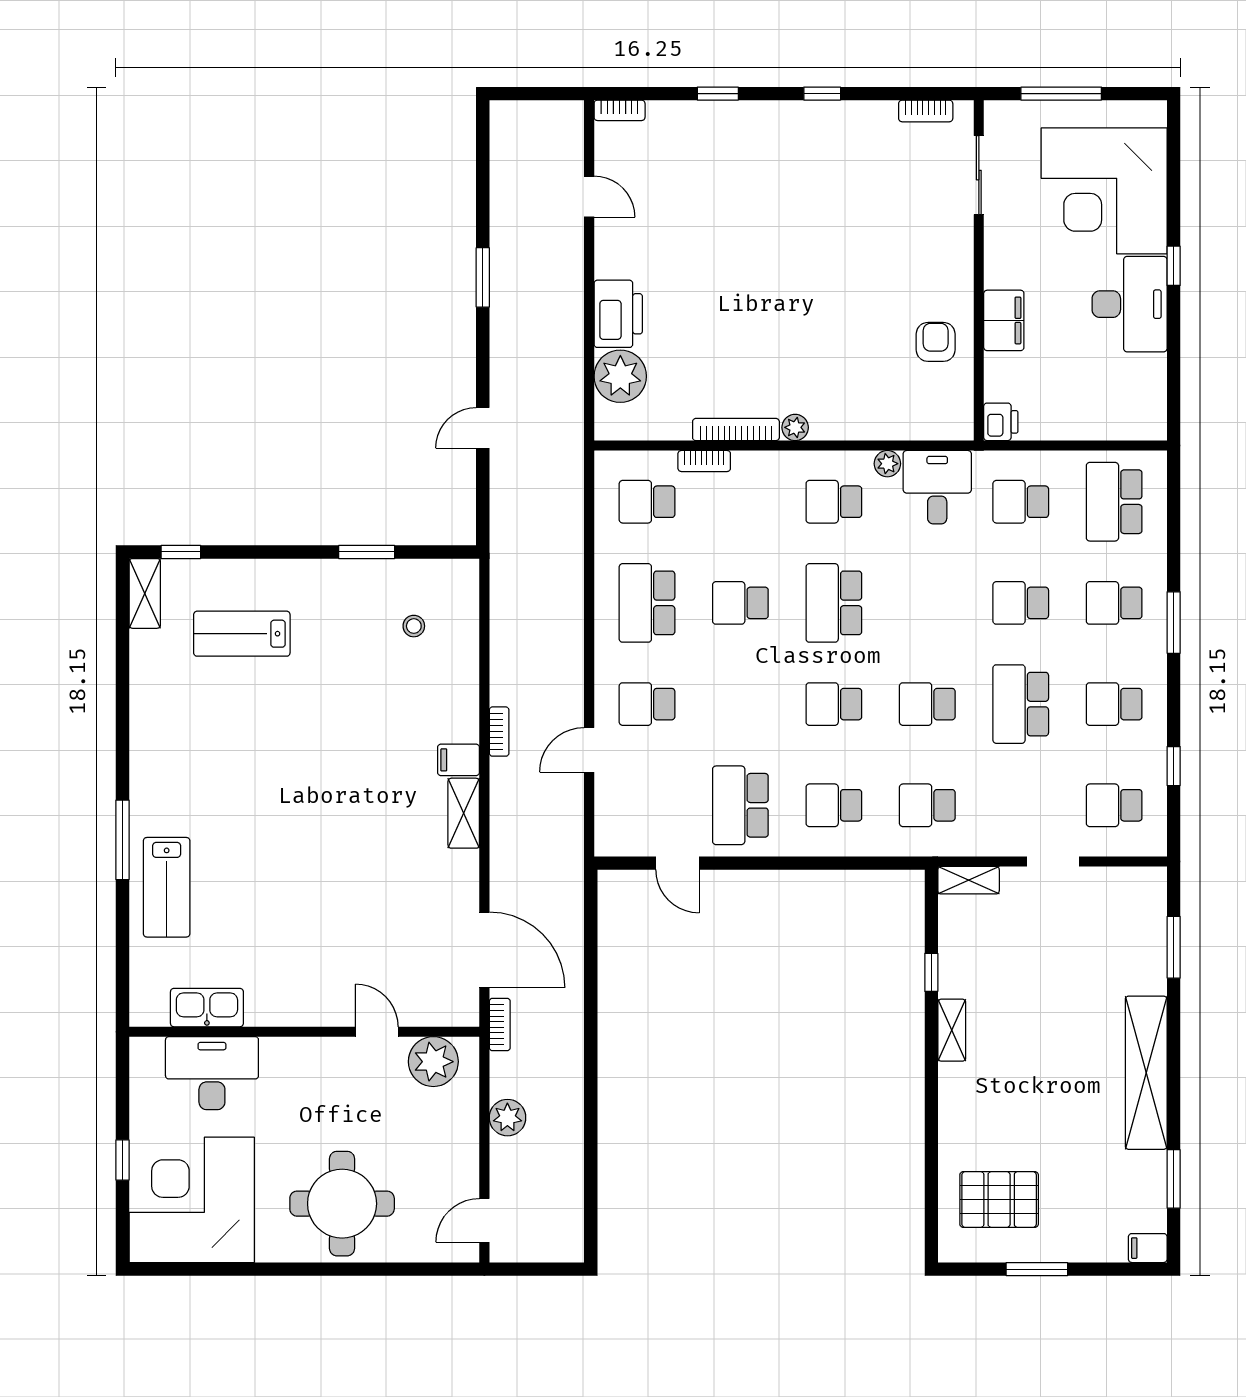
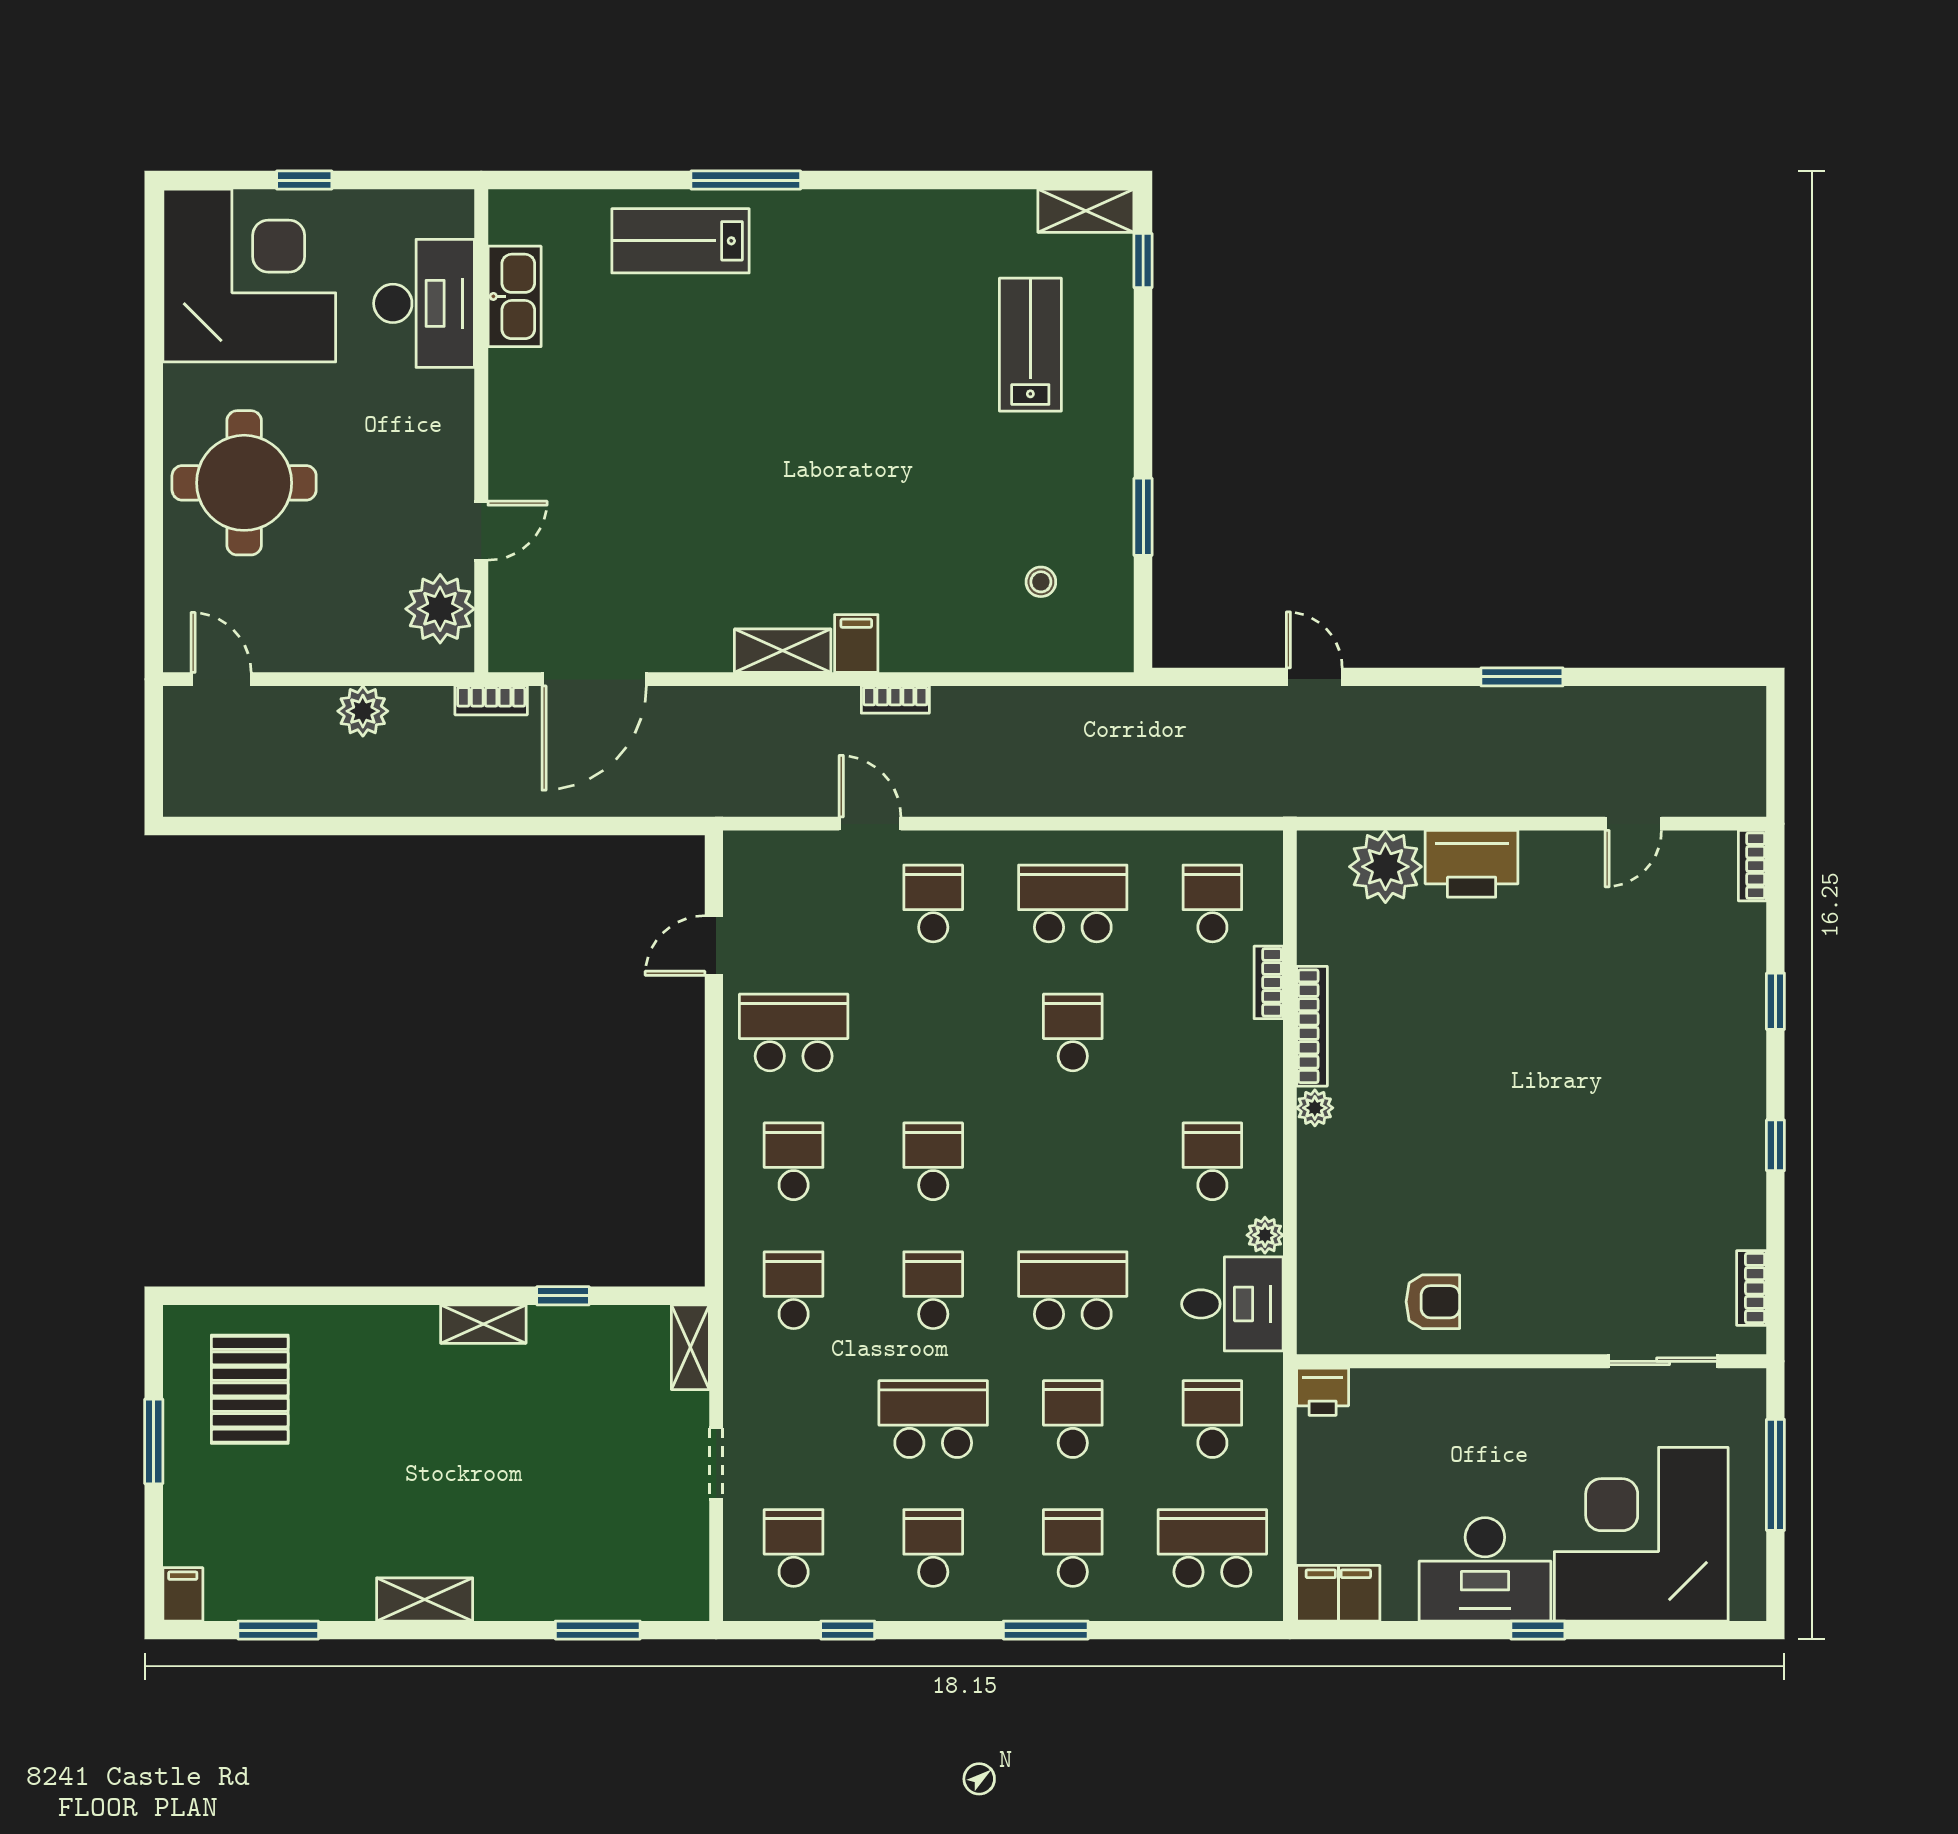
filing cabinet: (1004, 320) -> (1338, 1593), moved, turned 180
school desk: (834, 603) -> (1073, 1290), moved
shelving: (1146, 1073) -> (425, 1599), width x0.45, depth x0.75

